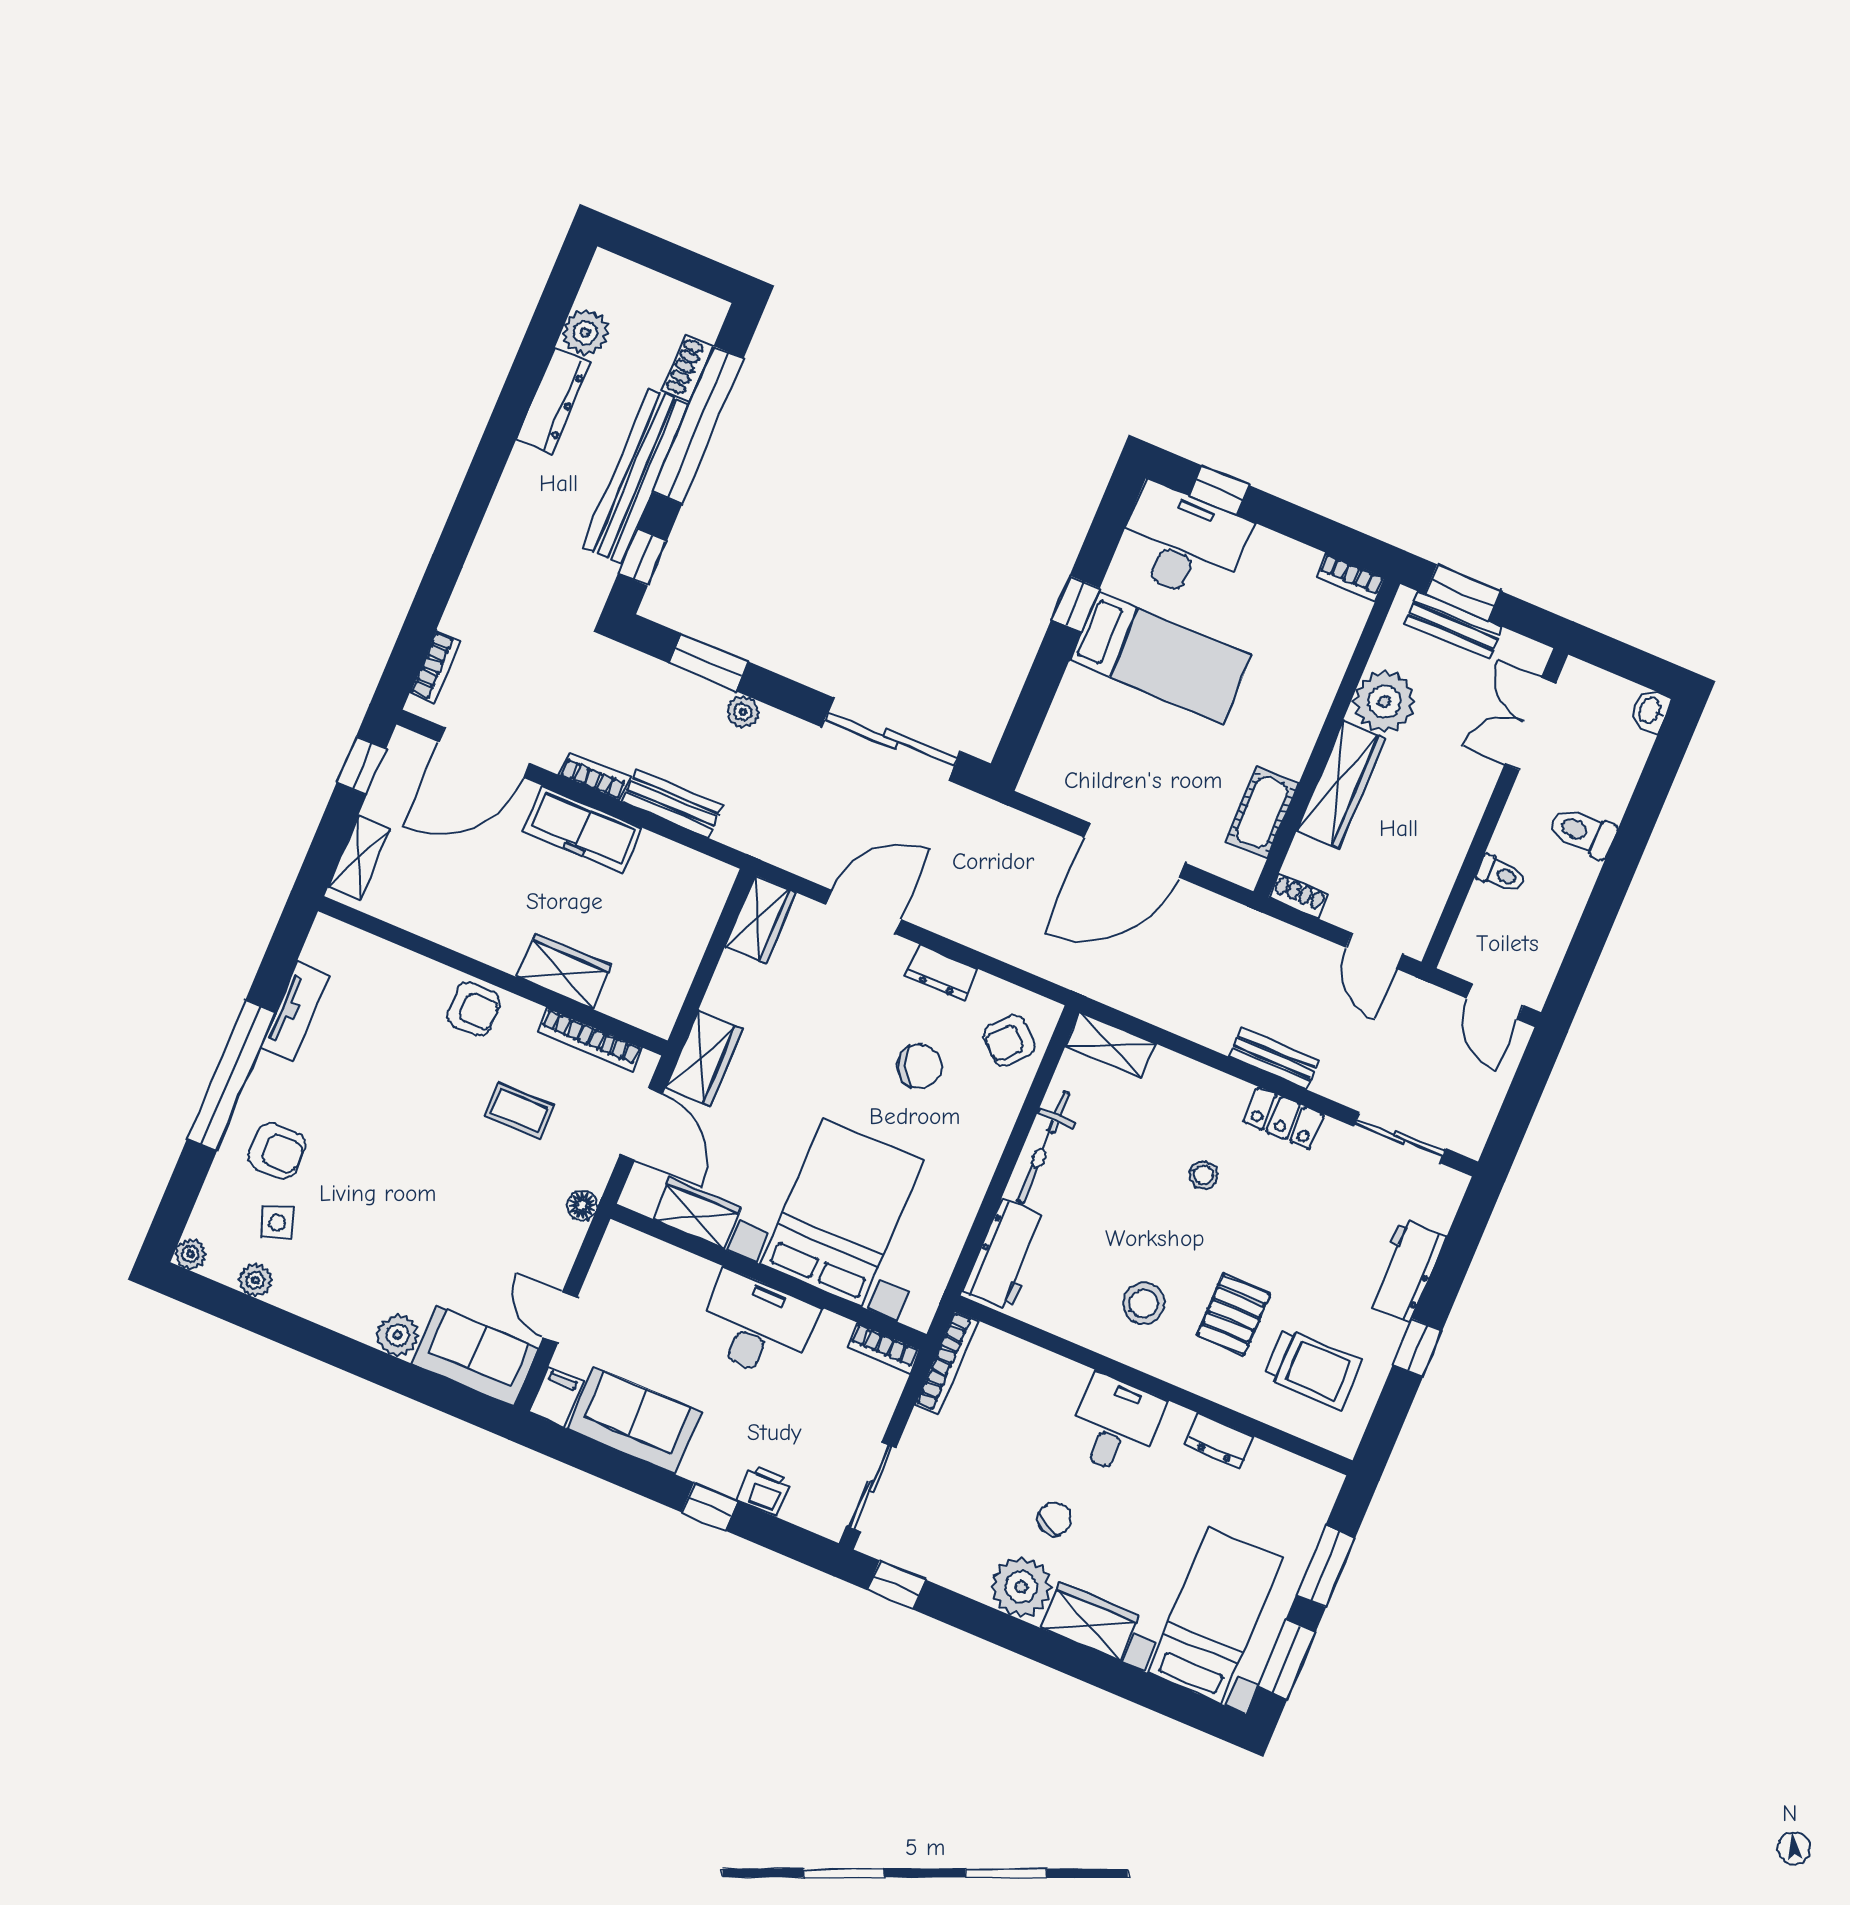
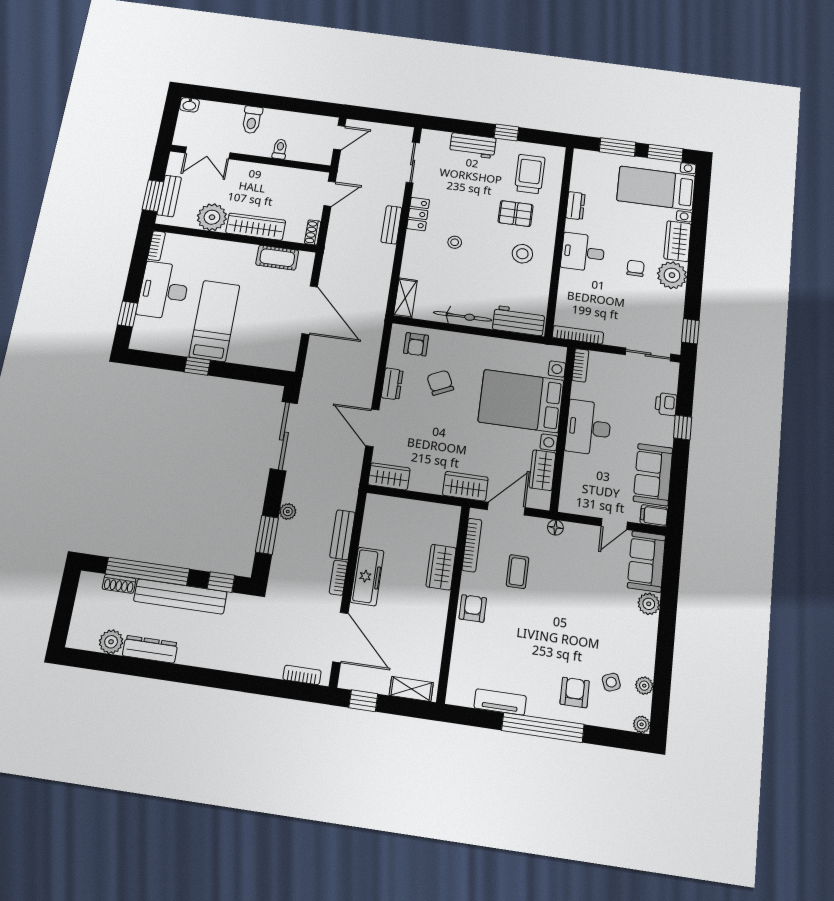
desk: (1183, 543) -> (164, 291), moved
armchair: (1009, 1041) -> (416, 344), turned 47
chair: (1055, 1519) -> (635, 268), turned 64

